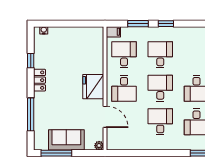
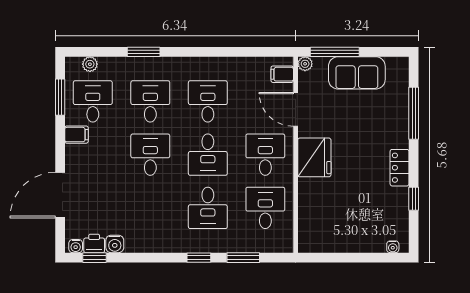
filing cabinet: (113, 32) -> (282, 74), moved
desk: (124, 55) -> (265, 208), turned 180
desk: (160, 122) -> (208, 101), turned 180
window: (56, 153) -> (335, 52), moved

